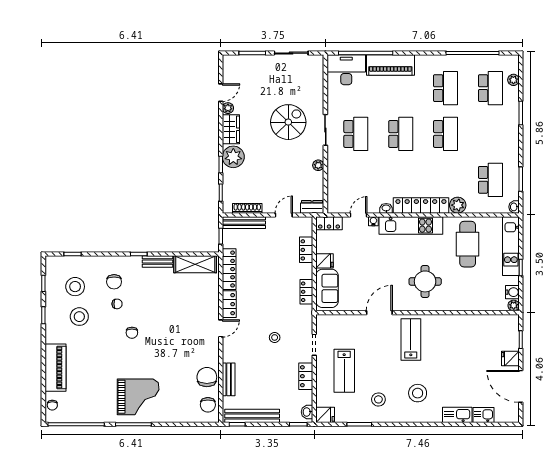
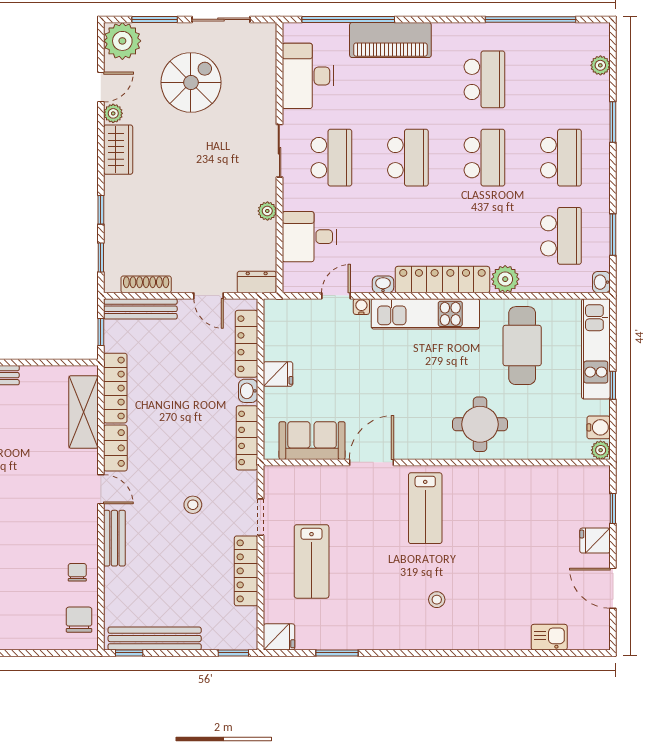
desk: (346, 70) -> (308, 76), moved, turned -90
school desk: (490, 88) -> (561, 158), moved
spiral stairs: (288, 122) -> (191, 82), moved
plant: (233, 157) -> (122, 41), moved
desk: (343, 180) -> (310, 237), added
door: (284, 215) -> (209, 296), swing flipped
locker: (329, 223) -> (286, 310), removed
locker: (306, 250) -> (246, 344), width x1.53
shelving: (195, 264) -> (83, 412), moved, turned 90
round table: (425, 281) -> (480, 424), moved
sofa: (327, 288) -> (312, 441), moved, turned -90
locker: (306, 292) -> (247, 438), width x1.53
door: (221, 328) -> (101, 489), hinge flipped
lab bench: (411, 339) -> (425, 508), turned 180
locker: (306, 376) -> (246, 571), width x1.53
chair: (207, 377) -> (77, 572), width x0.54, depth x0.54
bench: (229, 379) -> (114, 538), moved
door: (521, 386) -> (613, 588), width x0.73
stool: (418, 393) -> (437, 600), width x0.53, depth x0.53
stool: (378, 399) -> (370, 611), removed
chair: (208, 405) -> (79, 620), turned 180
washbasin: (307, 412) -> (248, 391), moved
kitchen sink: (457, 415) -> (504, 637), removed

